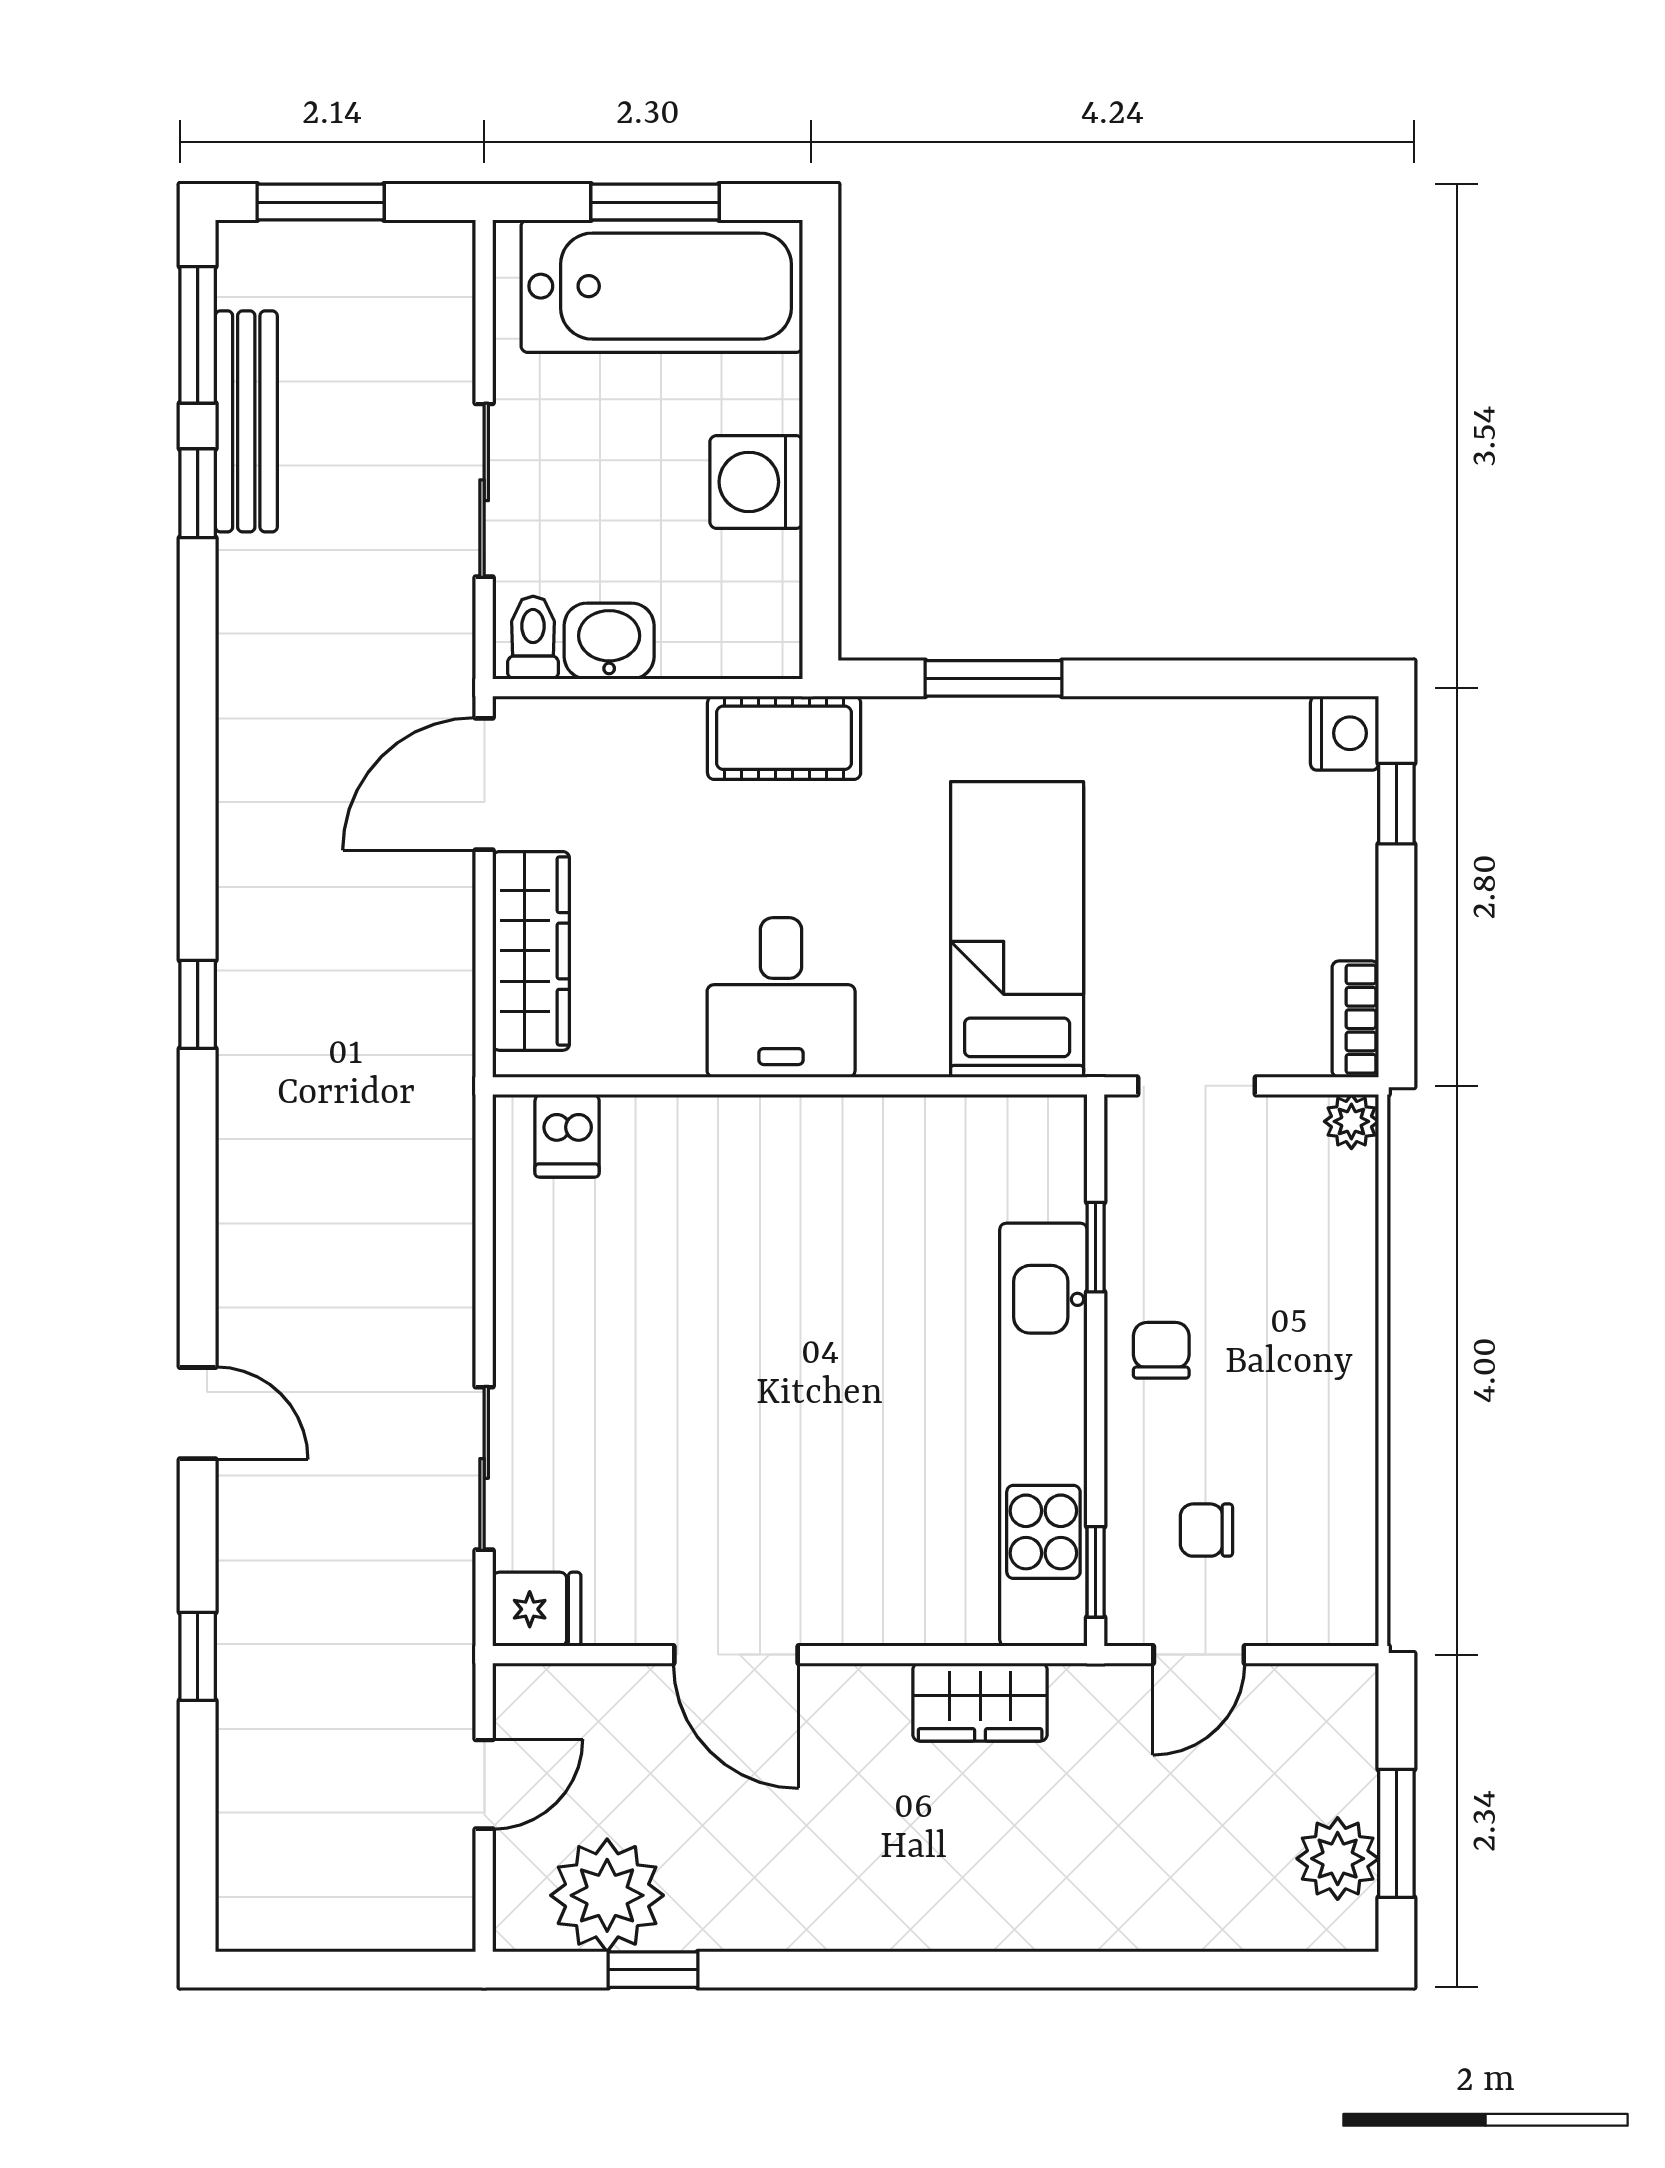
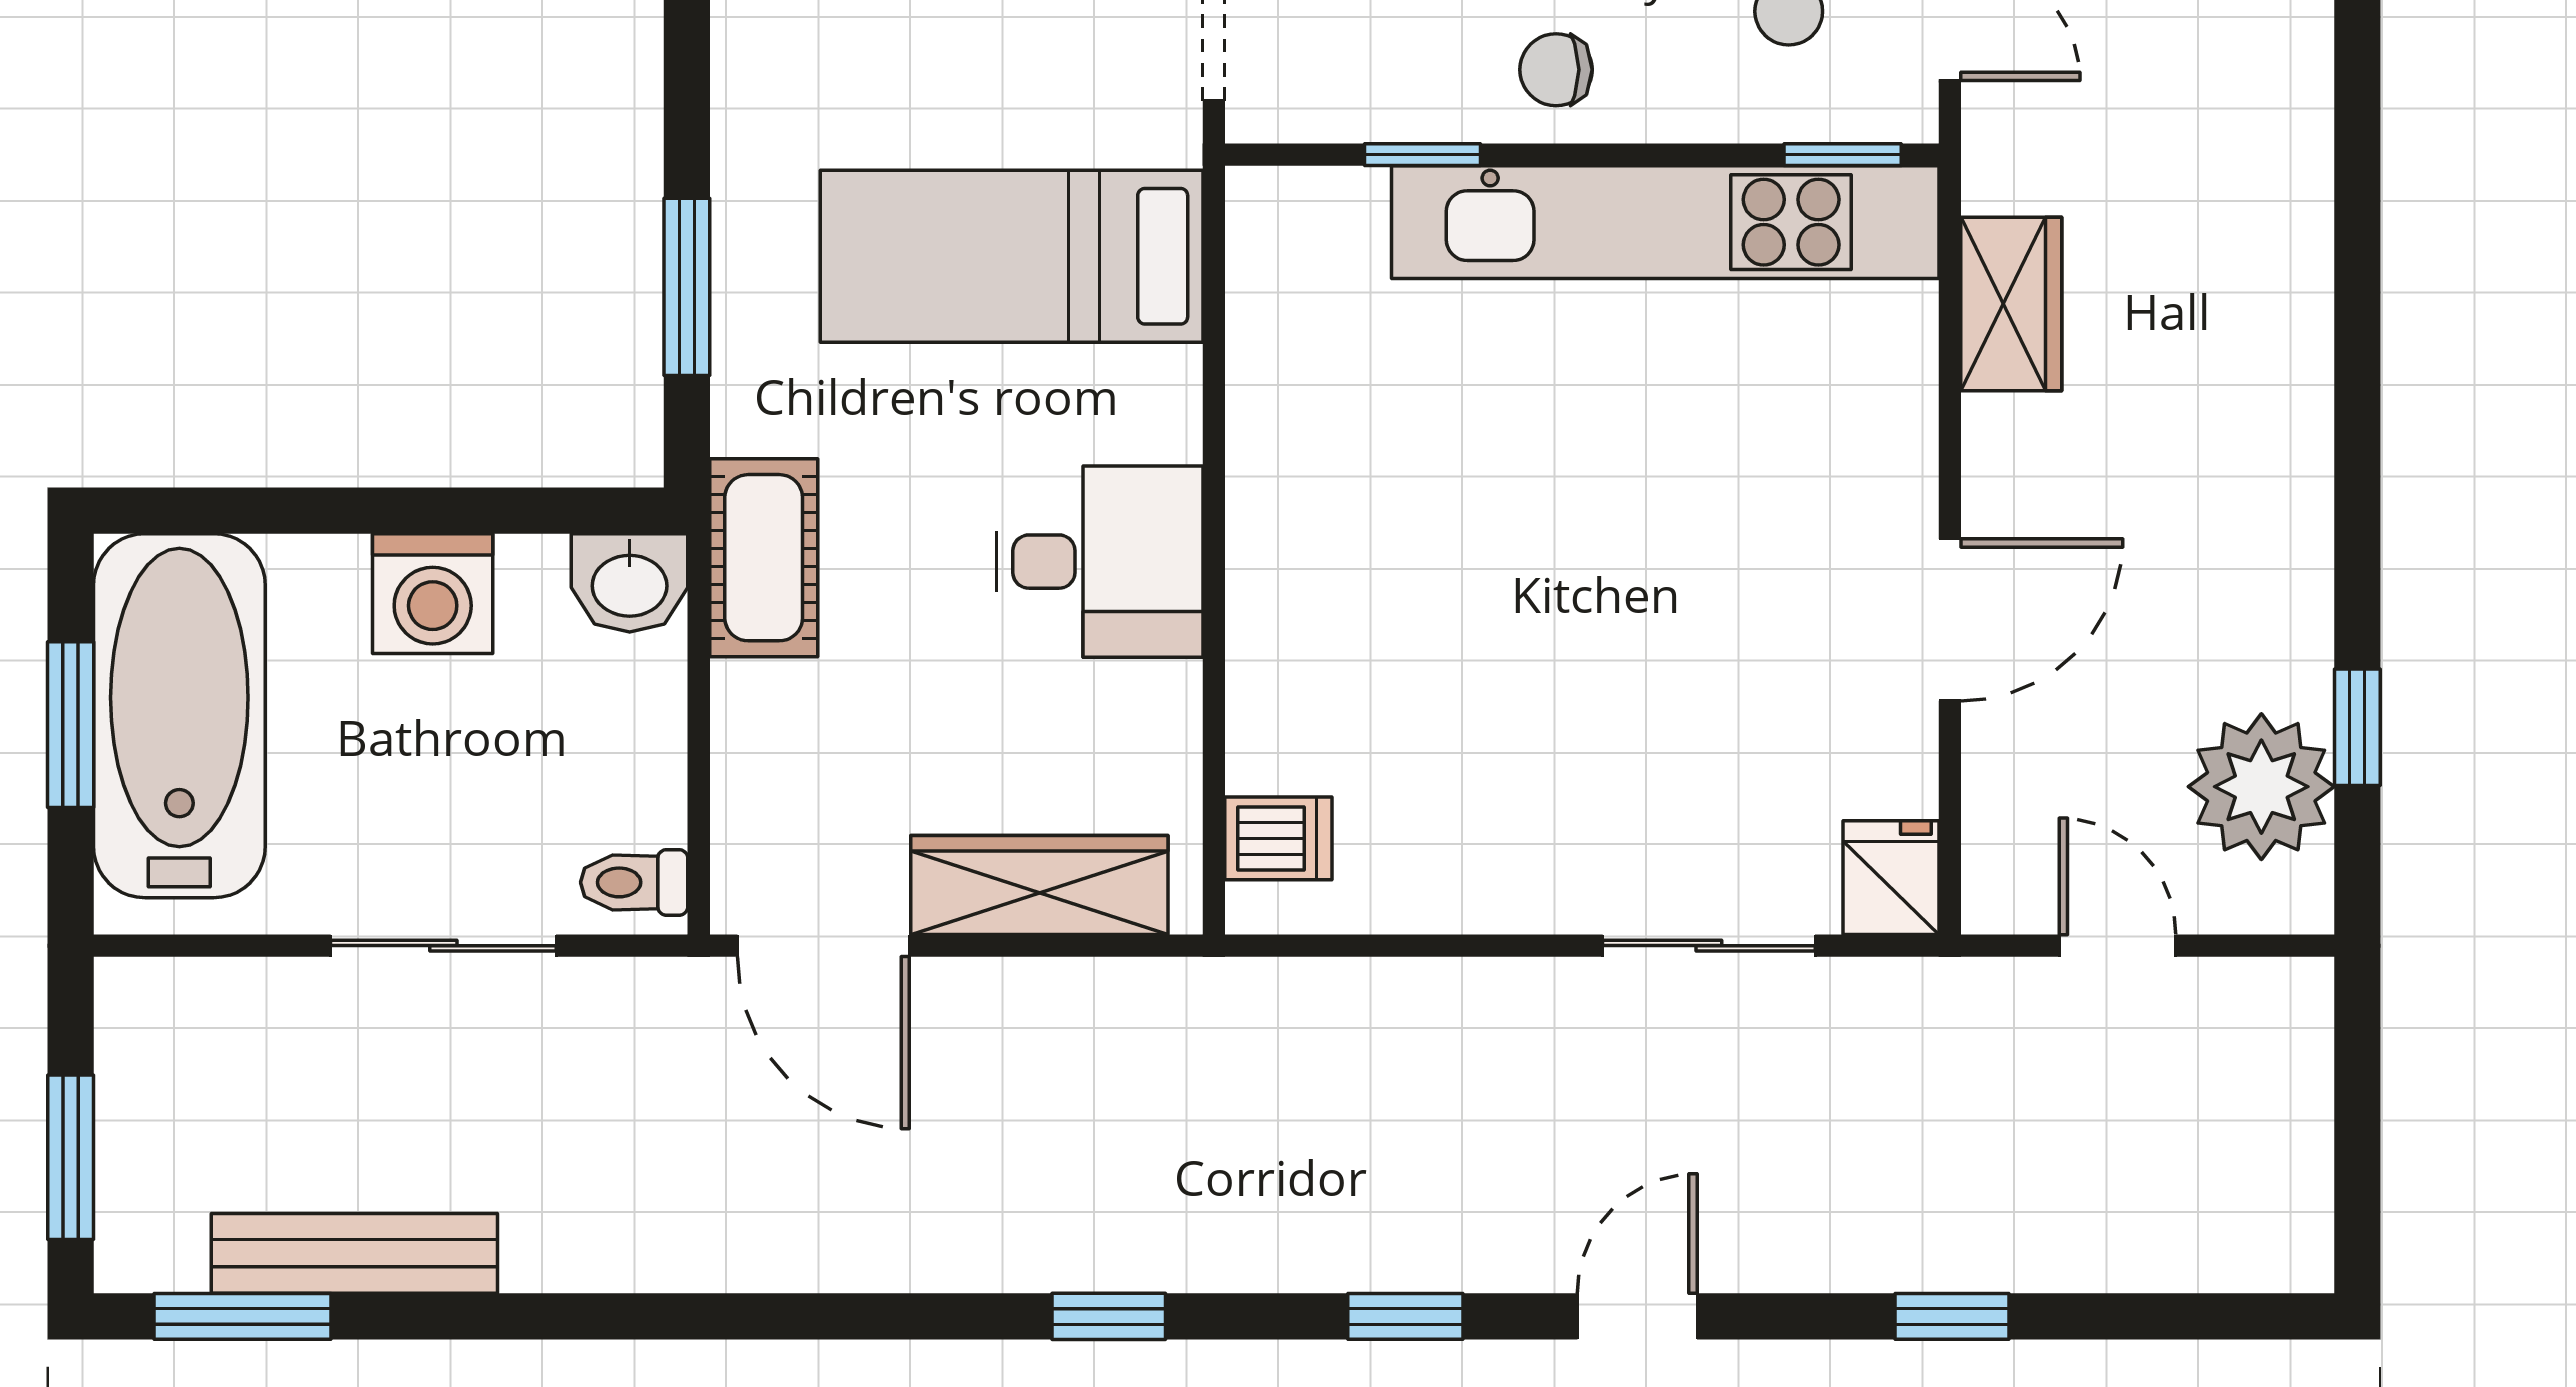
window: (198, 493) -> (1405, 1316), moved
washbasin: (609, 641) -> (630, 583), moved, turned -90

